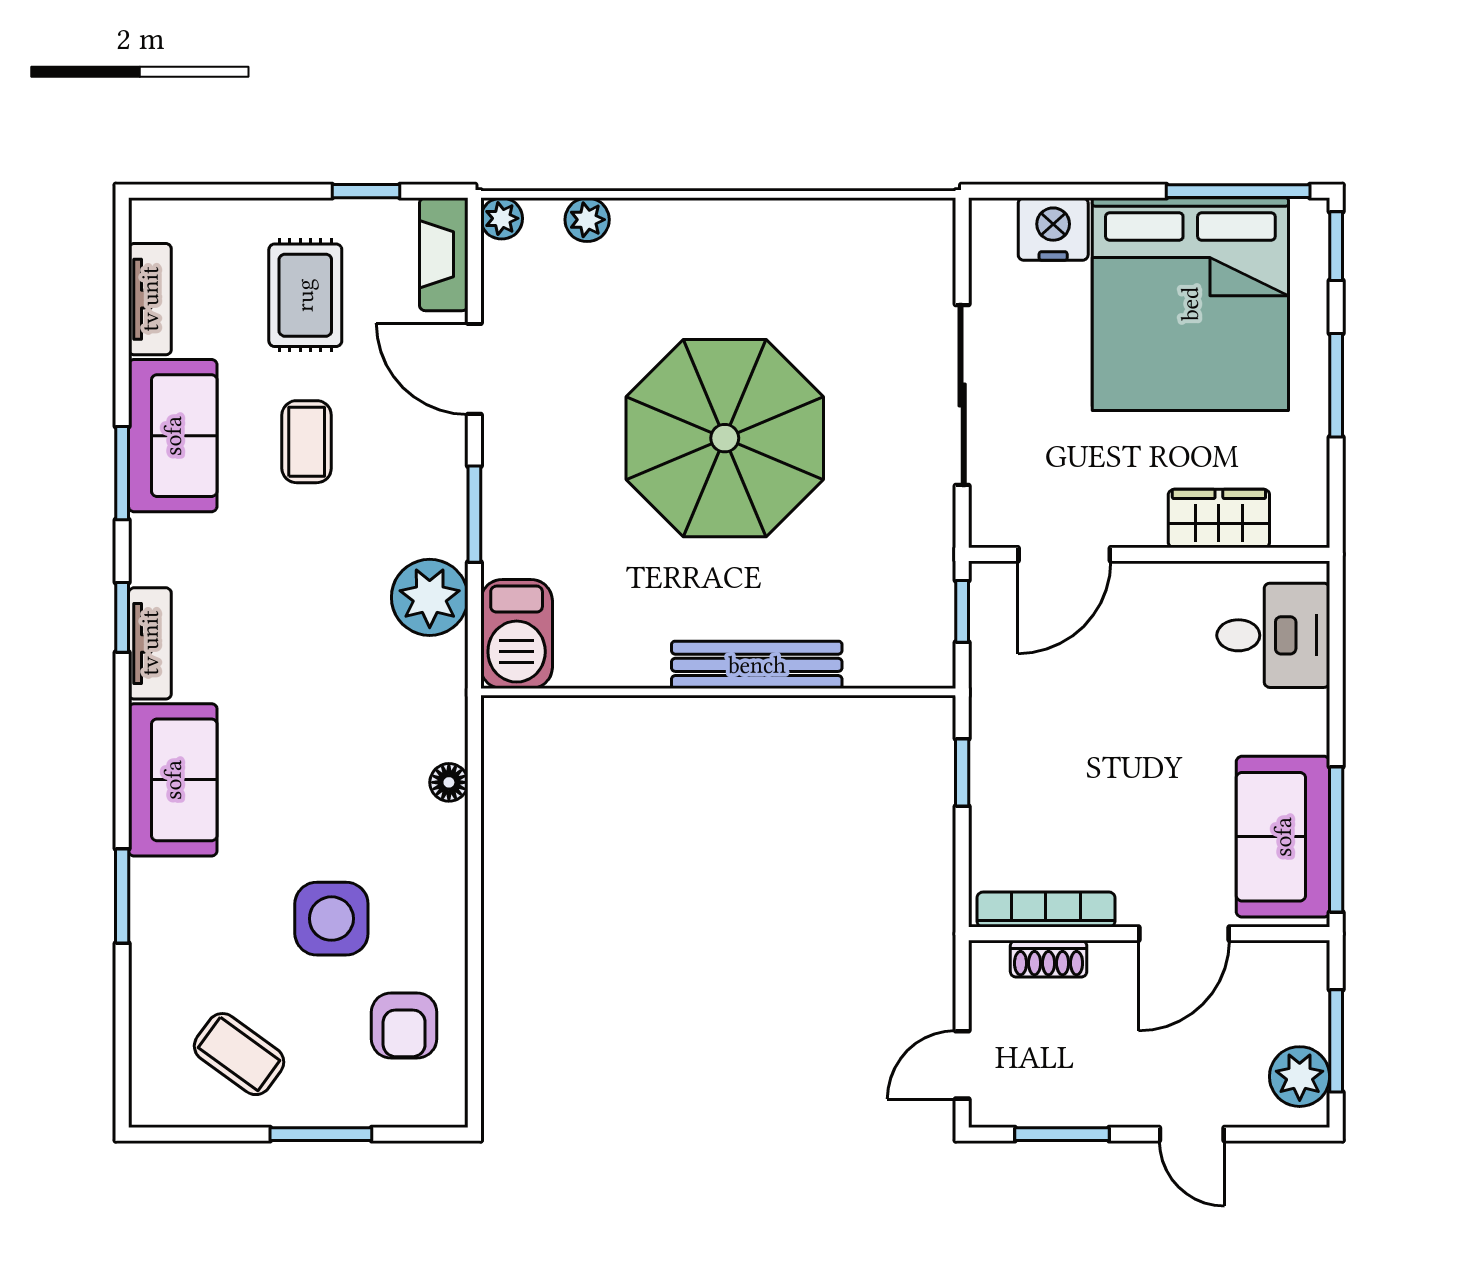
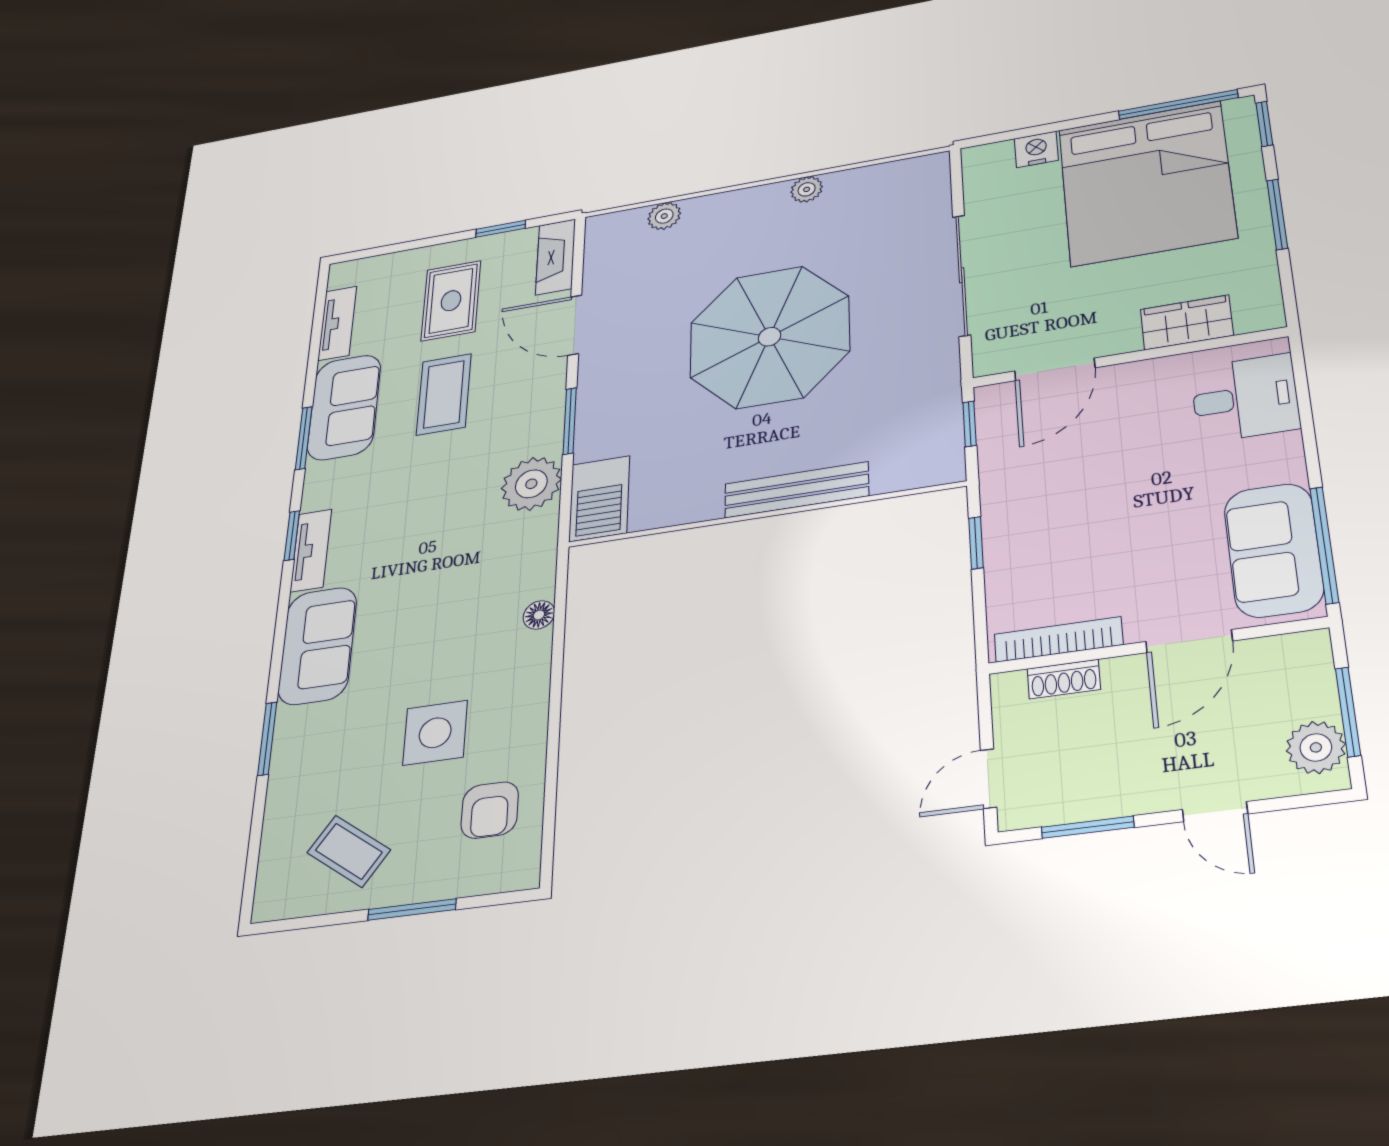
plant: (502, 218) -> (807, 189), moved
nightstand: (1053, 229) -> (1036, 149), width x0.74, depth x0.75
coffee table: (307, 442) -> (444, 394), width x1.36, depth x1.30

